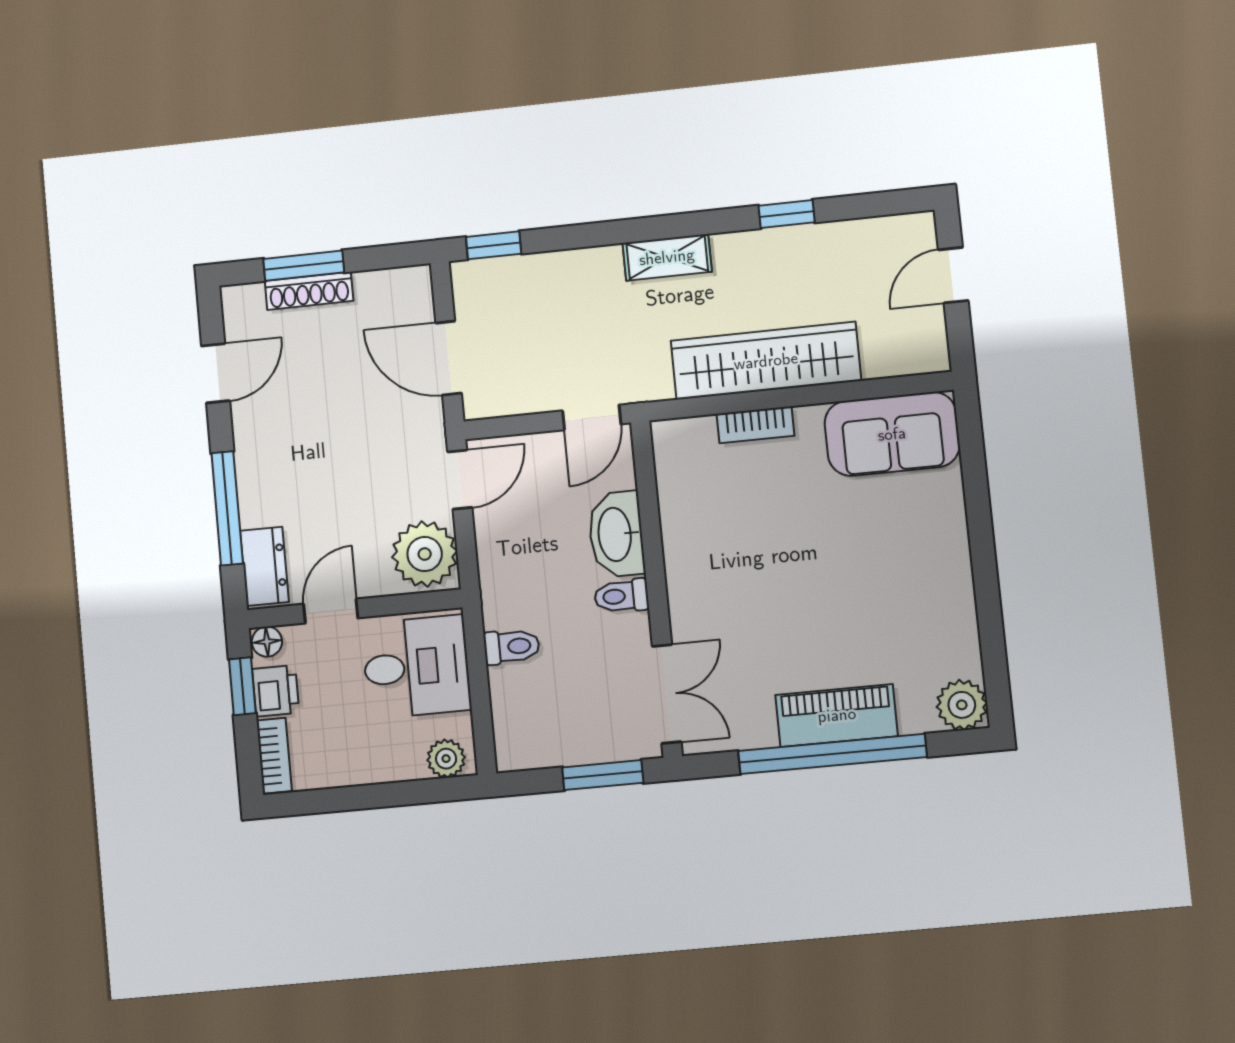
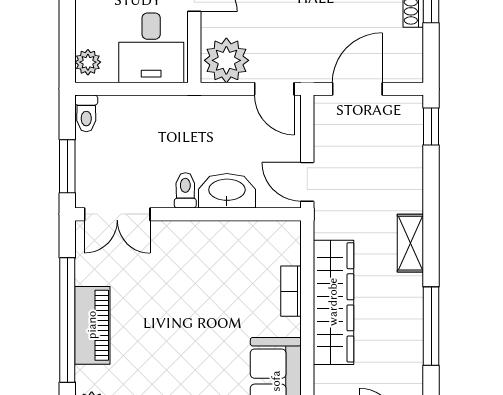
window: (787, 214) -> (431, 326), width x2.17
toilet: (512, 647) -> (86, 113), moved

